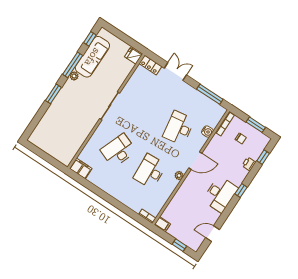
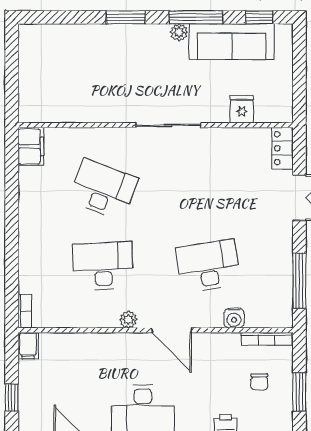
fridge: (133, 56) -> (242, 109), moved

